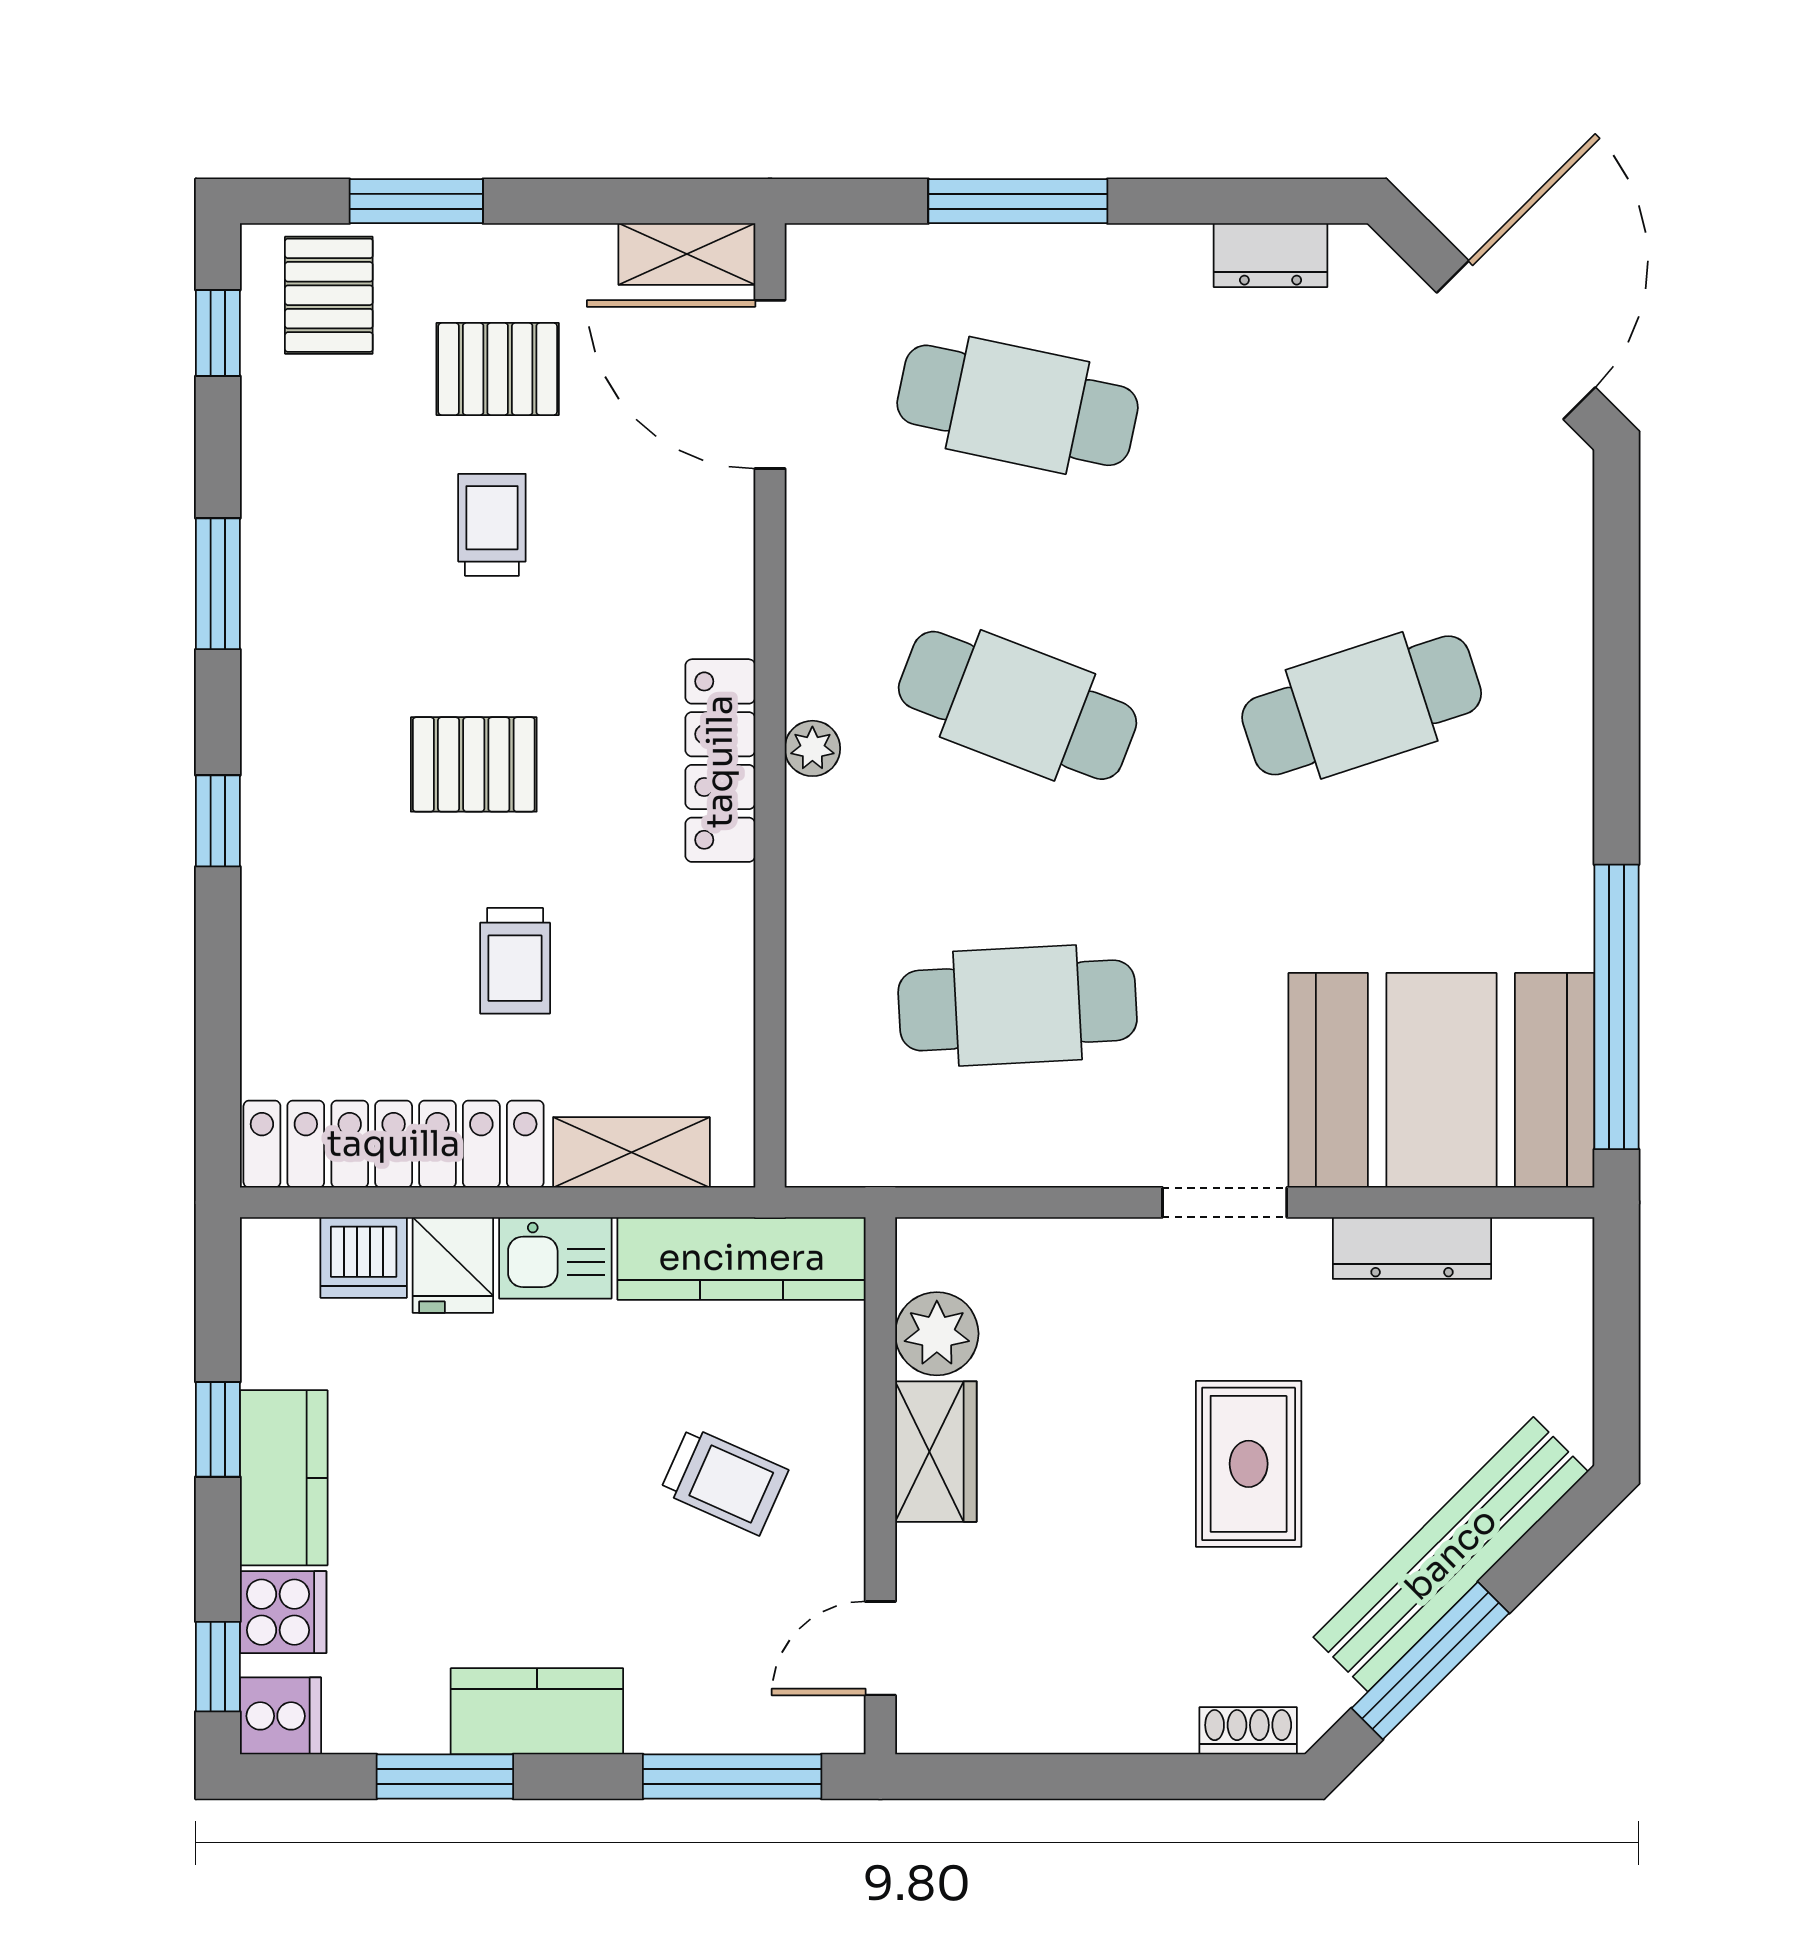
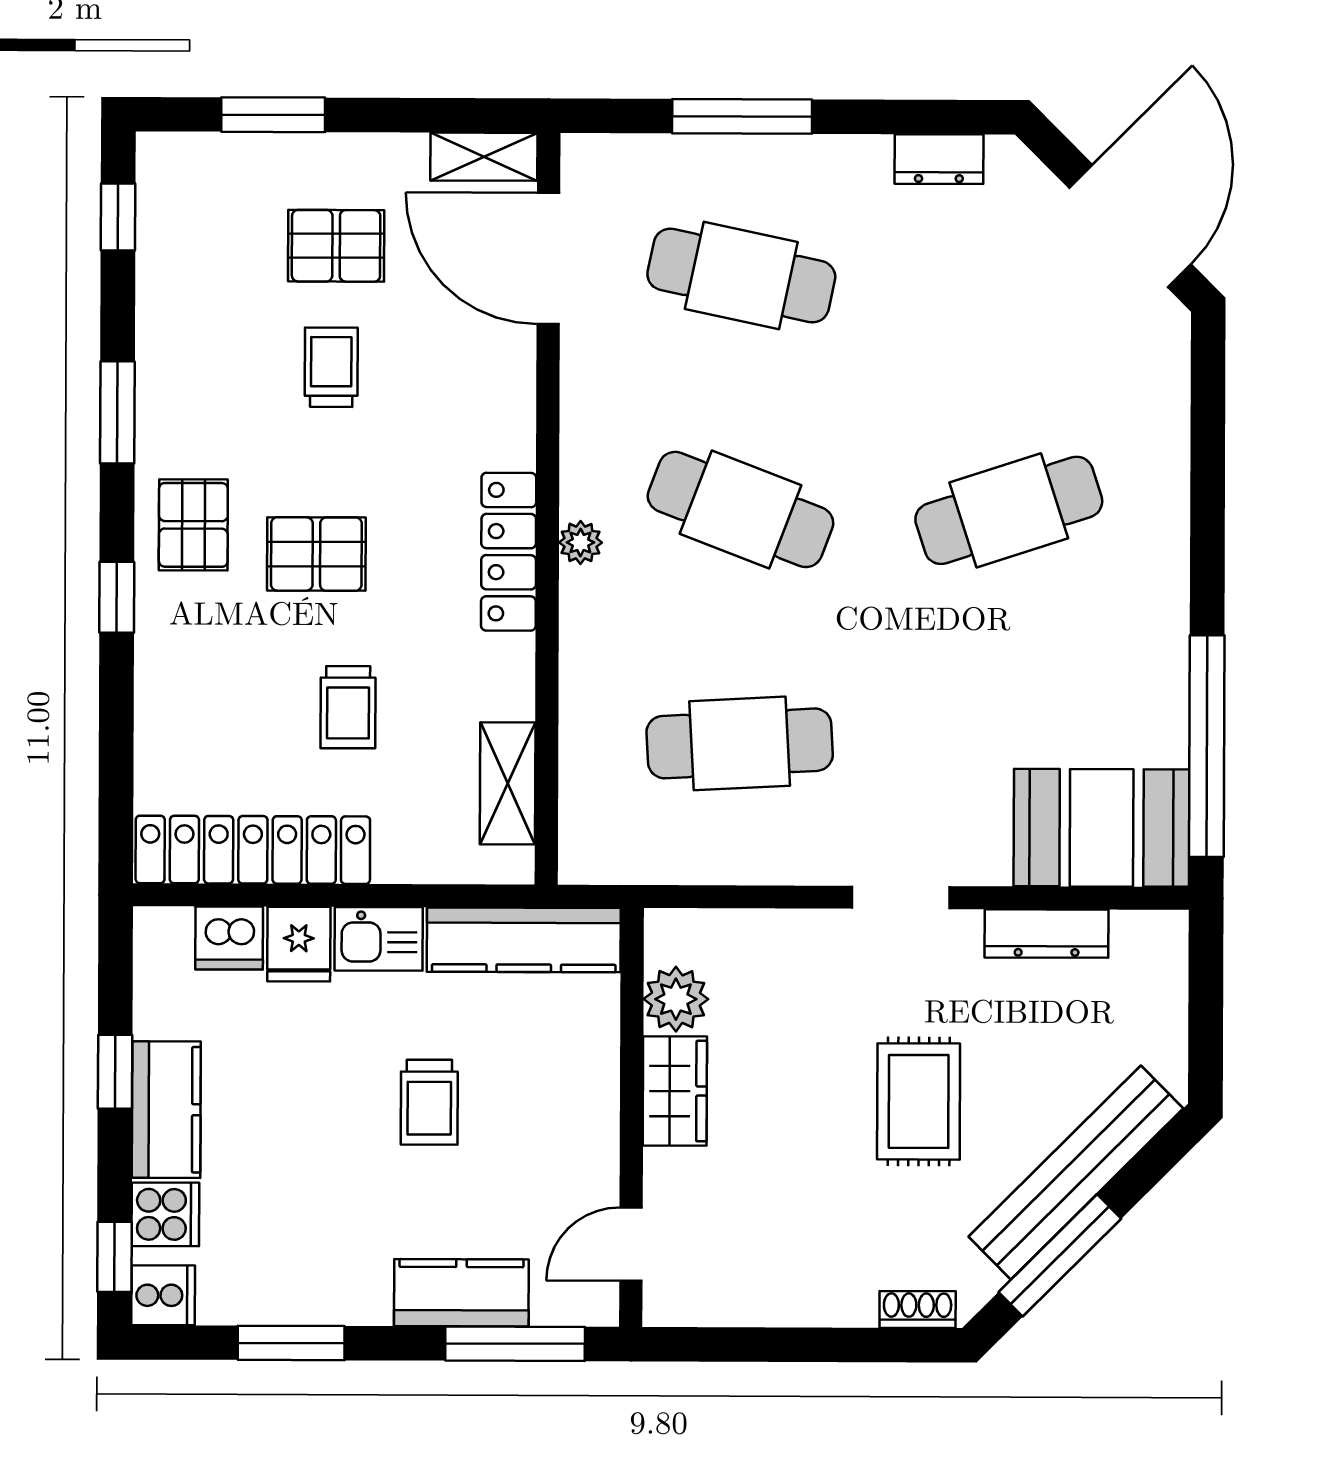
pallet: (329, 295) -> (193, 525), moved
booth: (1441, 1080) -> (1102, 828), width x0.73, depth x0.70
shelving: (631, 1152) -> (508, 783), moved, turned 90
trolley: (724, 1481) -> (429, 1102), moved, turned 66
kitchen counter: (537, 1711) -> (461, 1293), moved

